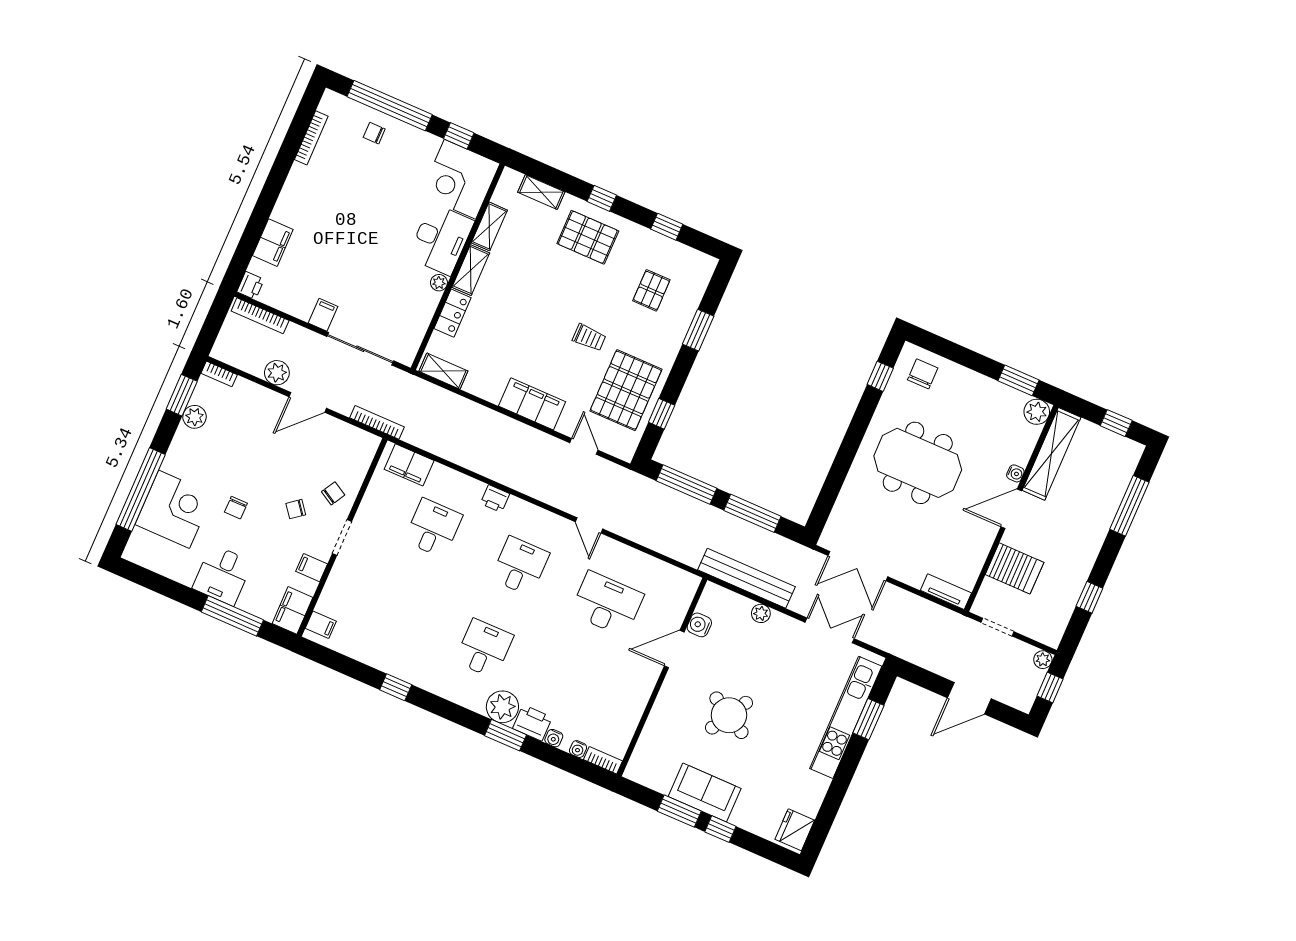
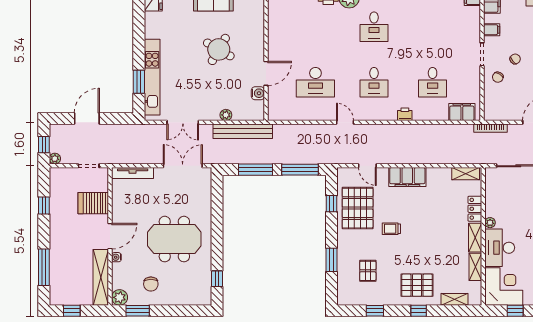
chair: (923, 374) -> (151, 284), moved
tv unit: (946, 592) -> (133, 173), width x1.41

